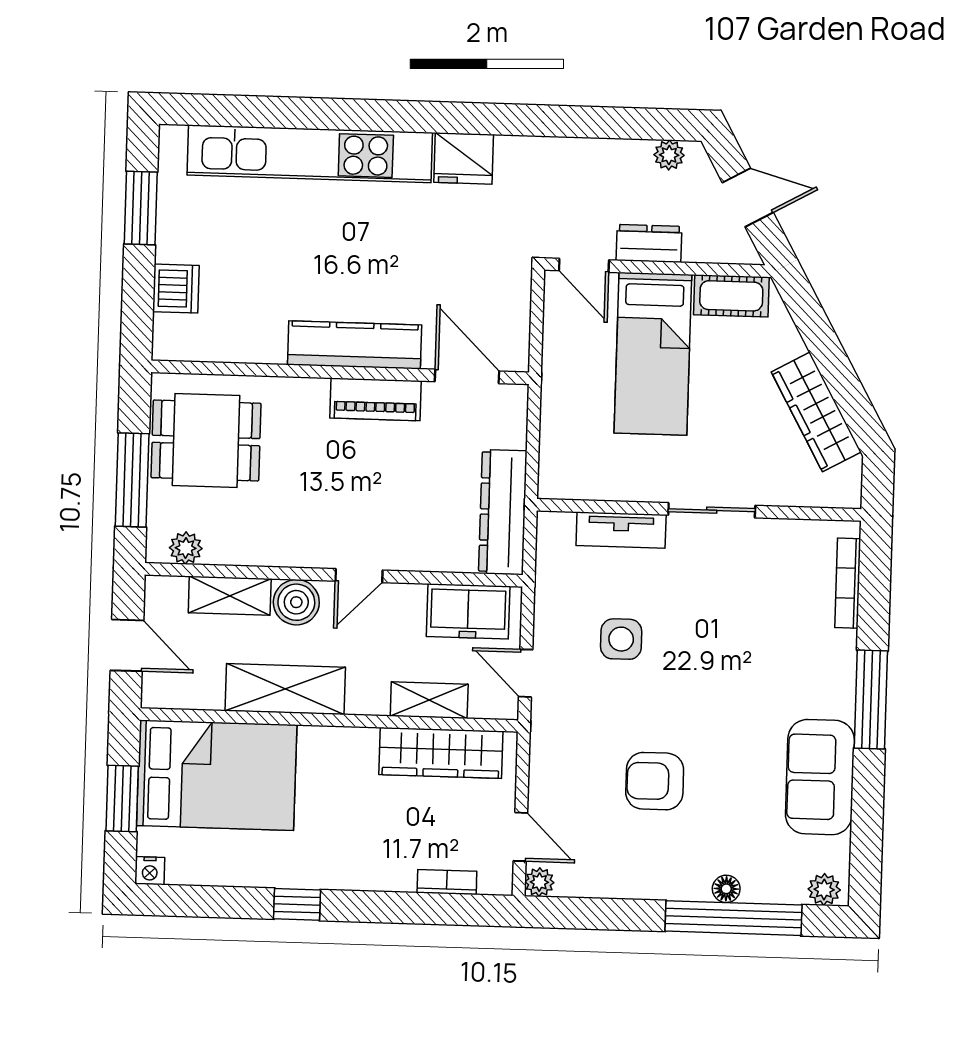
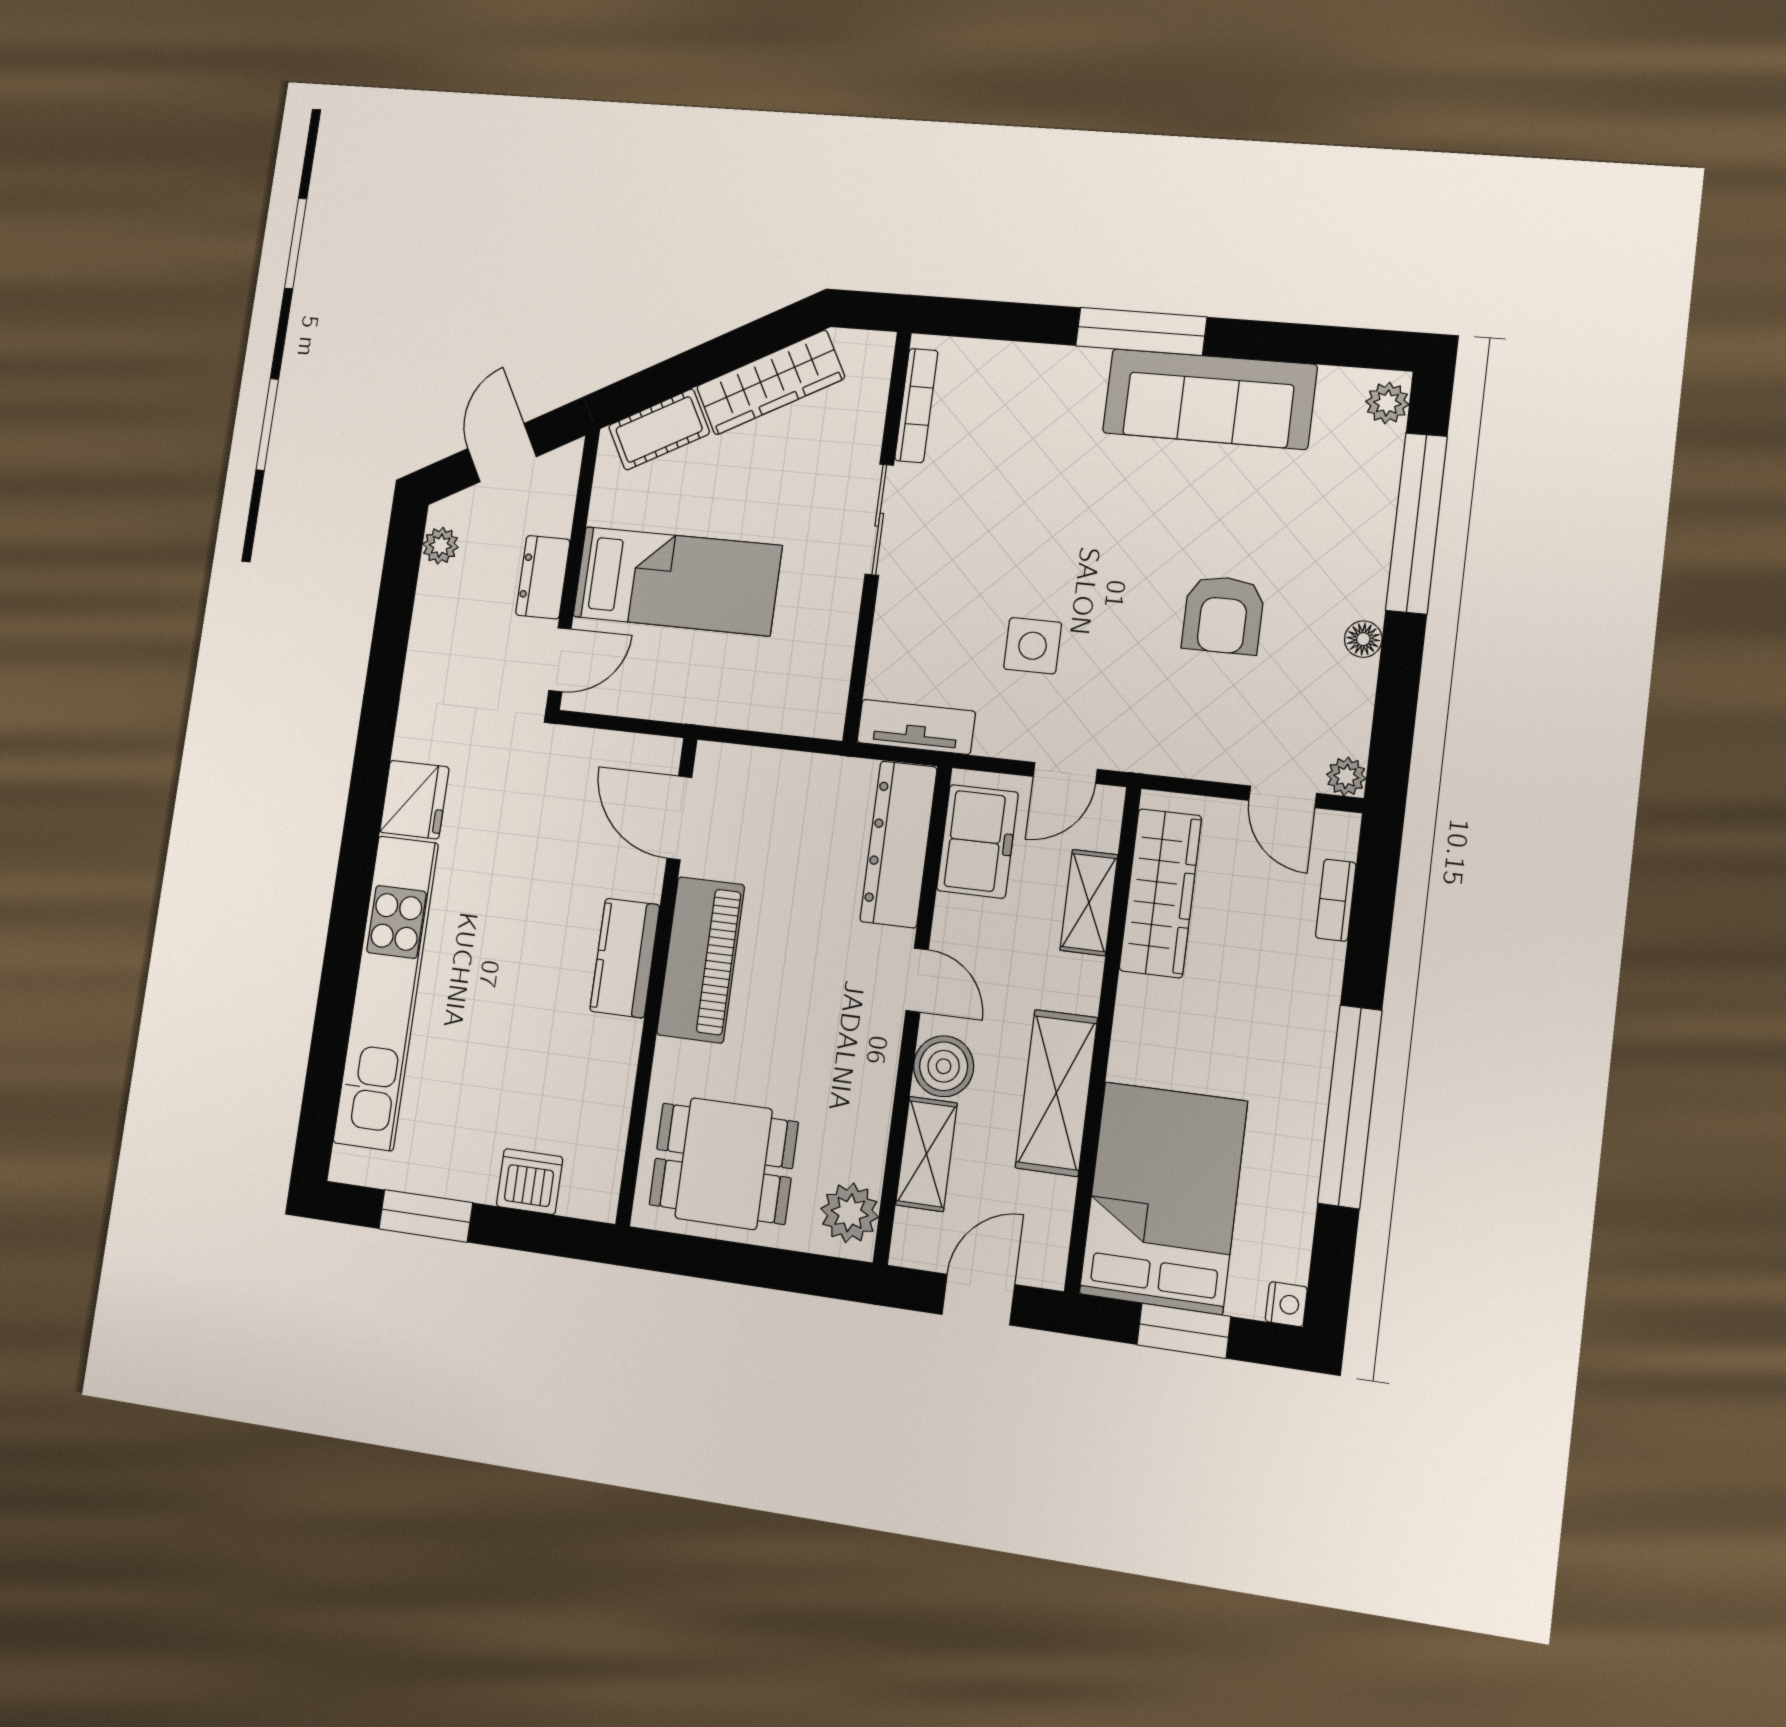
cot: (731, 296) -> (659, 430), moved, turned 61
kitchen counter: (355, 345) -> (625, 958), width x0.67
door: (467, 376) -> (679, 818), hinge flipped
piano: (376, 399) -> (701, 960), width x1.37, depth x1.33
dining table: (206, 440) -> (724, 1164), turned 90
window: (132, 480) -> (764, 1267), removed
dresser: (503, 512) -> (899, 844), moved, turned 90
tv unit: (621, 530) -> (916, 727), moved, turned -90
plant: (186, 548) -> (850, 1213), width x1.38, depth x1.38
bookcase: (848, 583) -> (916, 406), moved, turned -90
sofa: (820, 777) -> (1209, 399), width x1.36
door: (520, 837) -> (1283, 797), swing flipped
floor lamp: (726, 889) -> (1363, 639), moved
window: (297, 904) -> (1350, 1107), width x3.17

